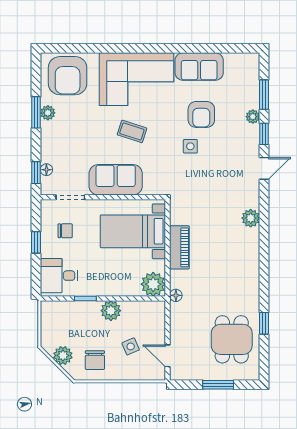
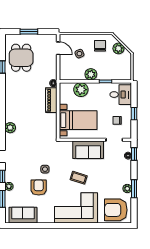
sofa: (199, 67) -> (23, 215), moved
armchair: (68, 76) -> (116, 210), turned -90
piano: (179, 247) -> (51, 100), moved
plant: (153, 284) -> (81, 90), moved

